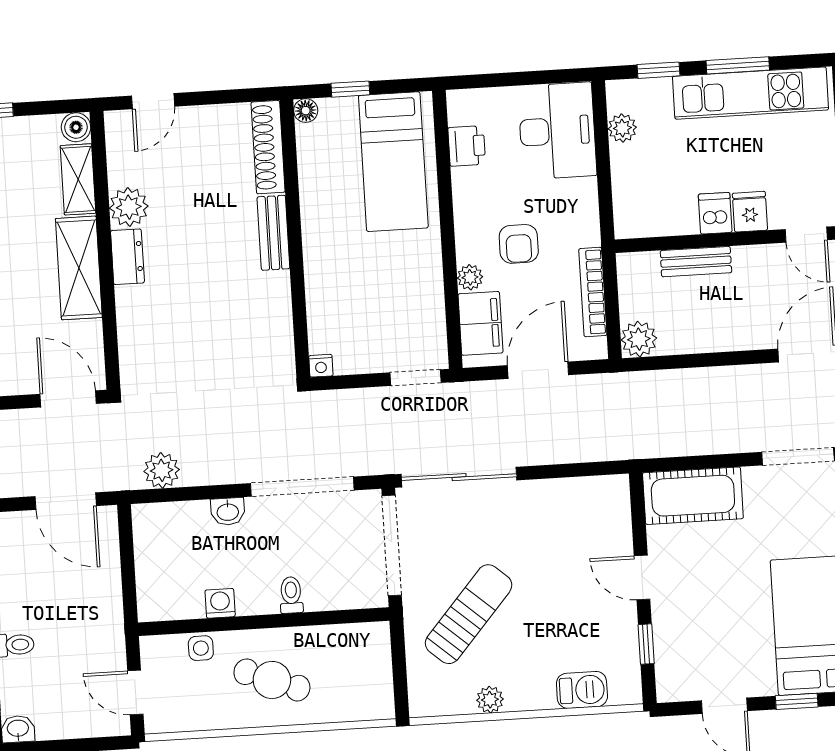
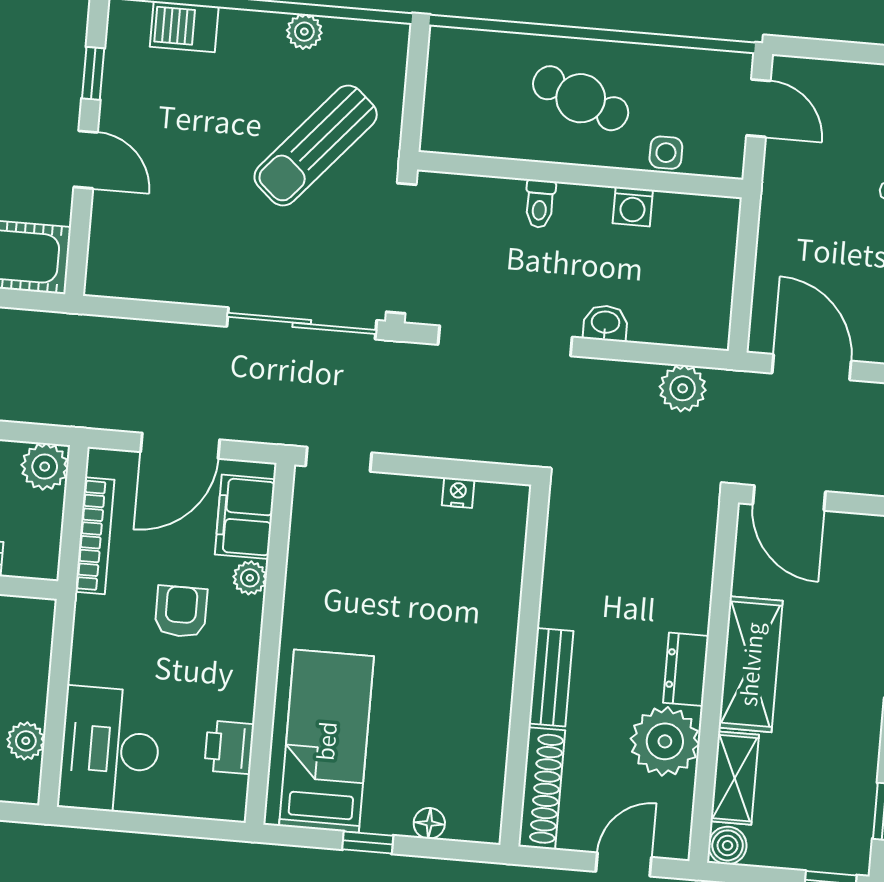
shoe rack: (268, 147) -> (542, 788), moved
plant: (129, 207) -> (665, 741), width x1.36, depth x1.36
bench: (273, 233) -> (551, 677), moved
wall: (295, 239) -> (525, 666), moved

